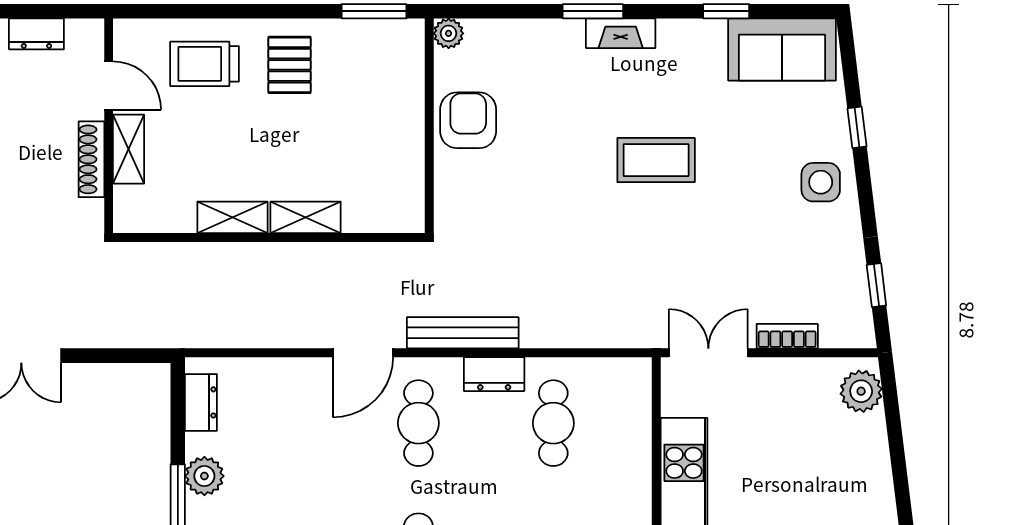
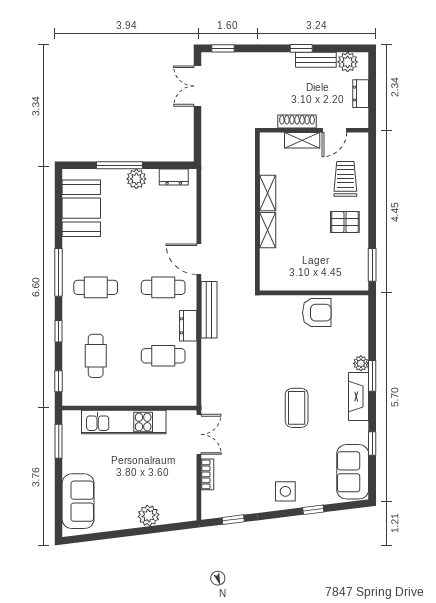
plant: (449, 33) -> (361, 363), moved
fireplace: (621, 33) -> (359, 396), width x1.37, depth x1.32
plant: (861, 391) -> (149, 516), moved

